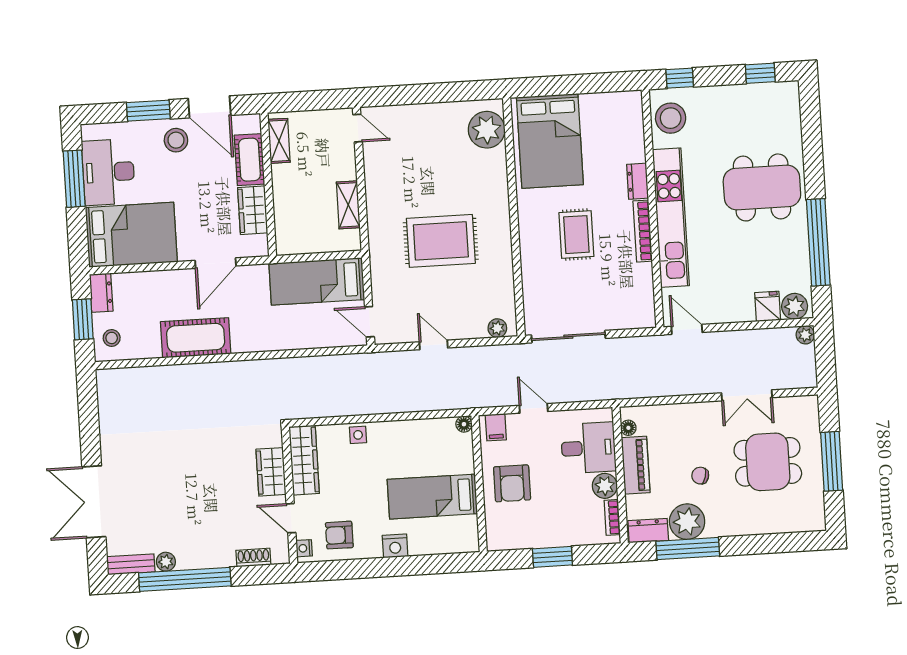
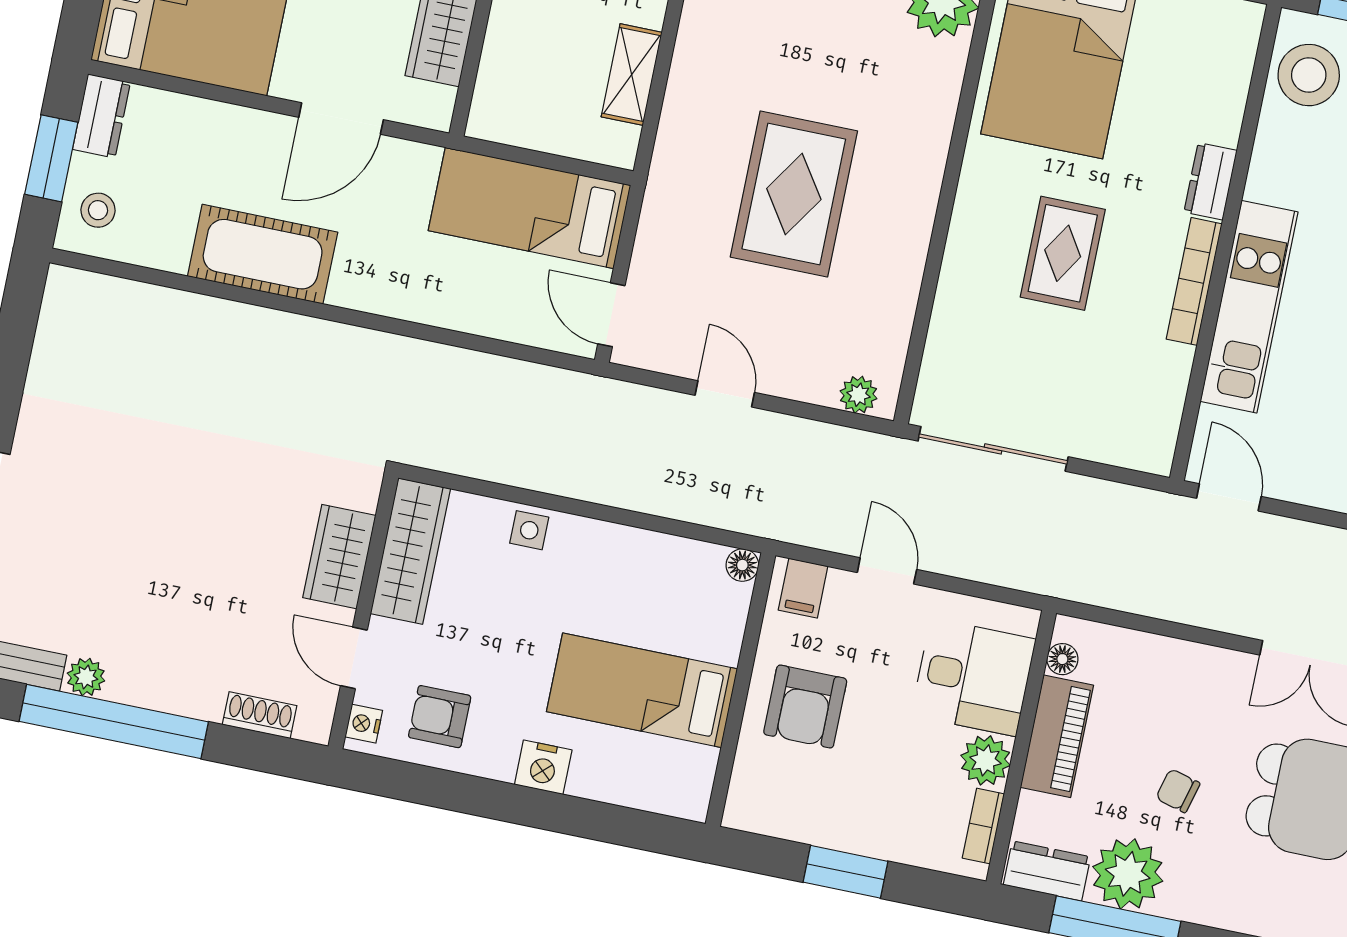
kitchen unit: (671, 218) -> (1249, 307), width x0.73
rug: (441, 241) -> (794, 194), turned 90

